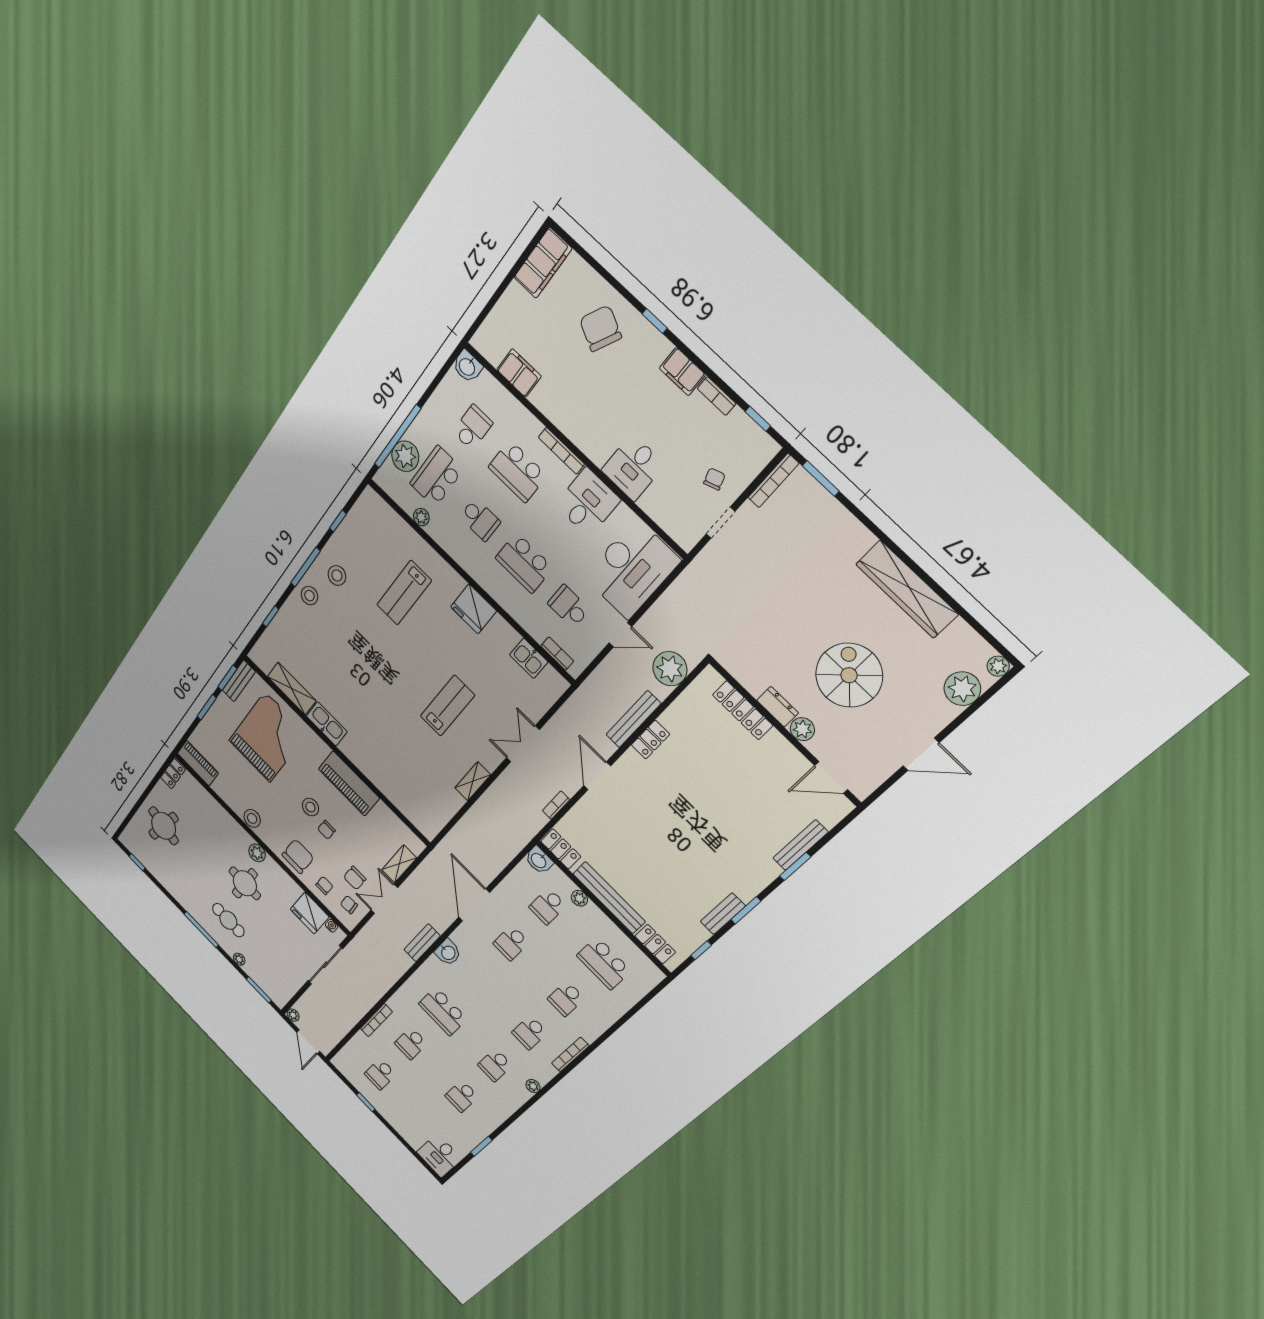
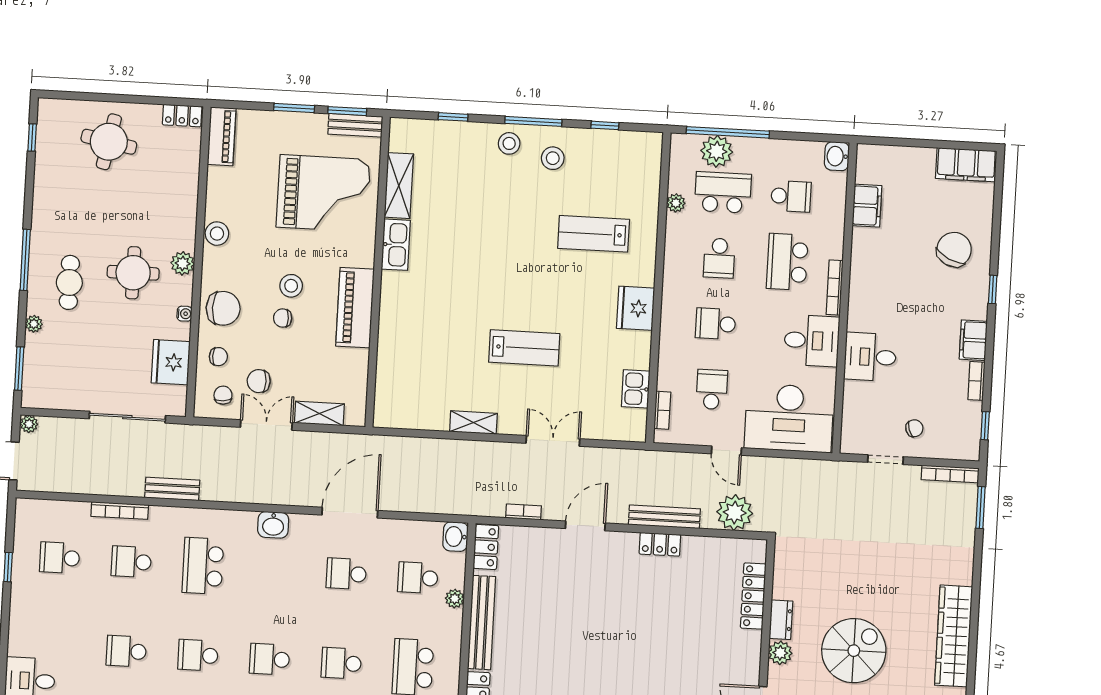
school desk: (524, 563) -> (715, 324), width x0.54
water cooler: (331, 926) -> (184, 314), moved
bench: (422, 943) -> (172, 489), moved

